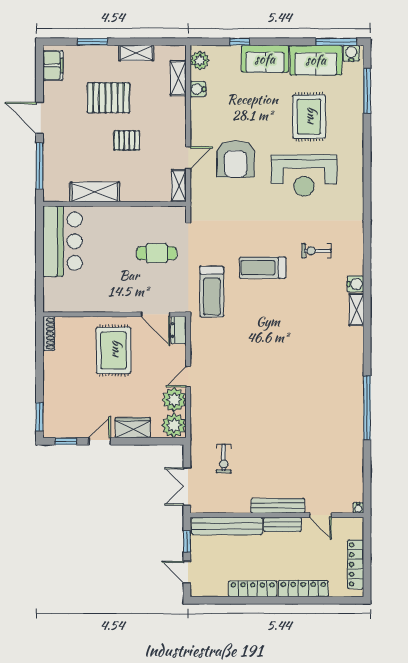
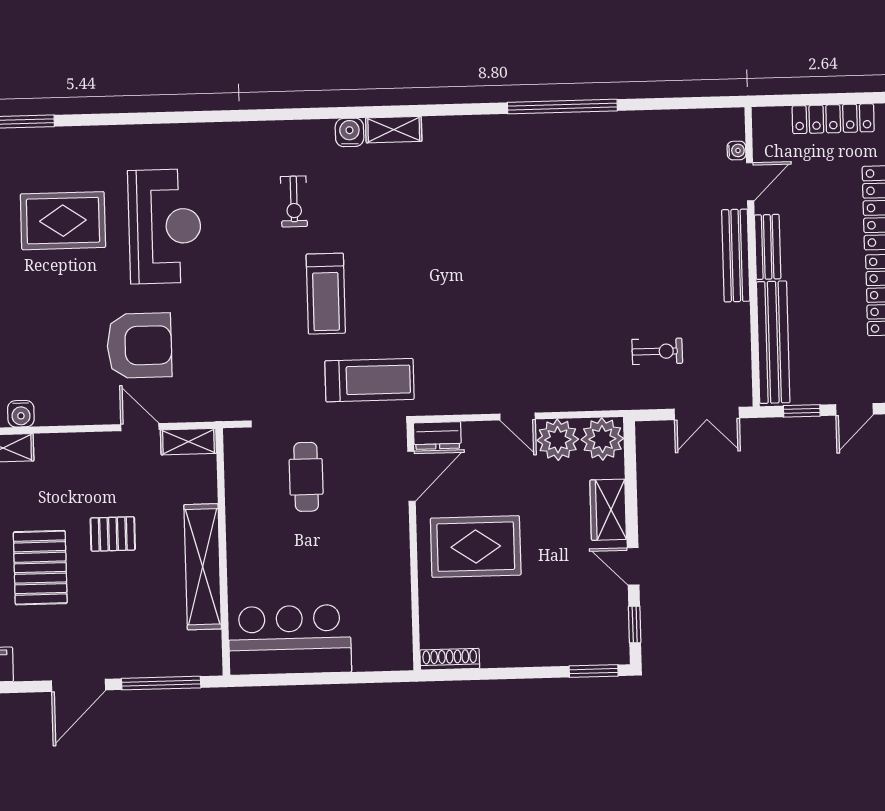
pallet: (127, 140) -> (113, 534), turned 90
shelving: (95, 192) -> (203, 567), width x1.47
water cooler: (358, 508) -> (737, 151), moved

